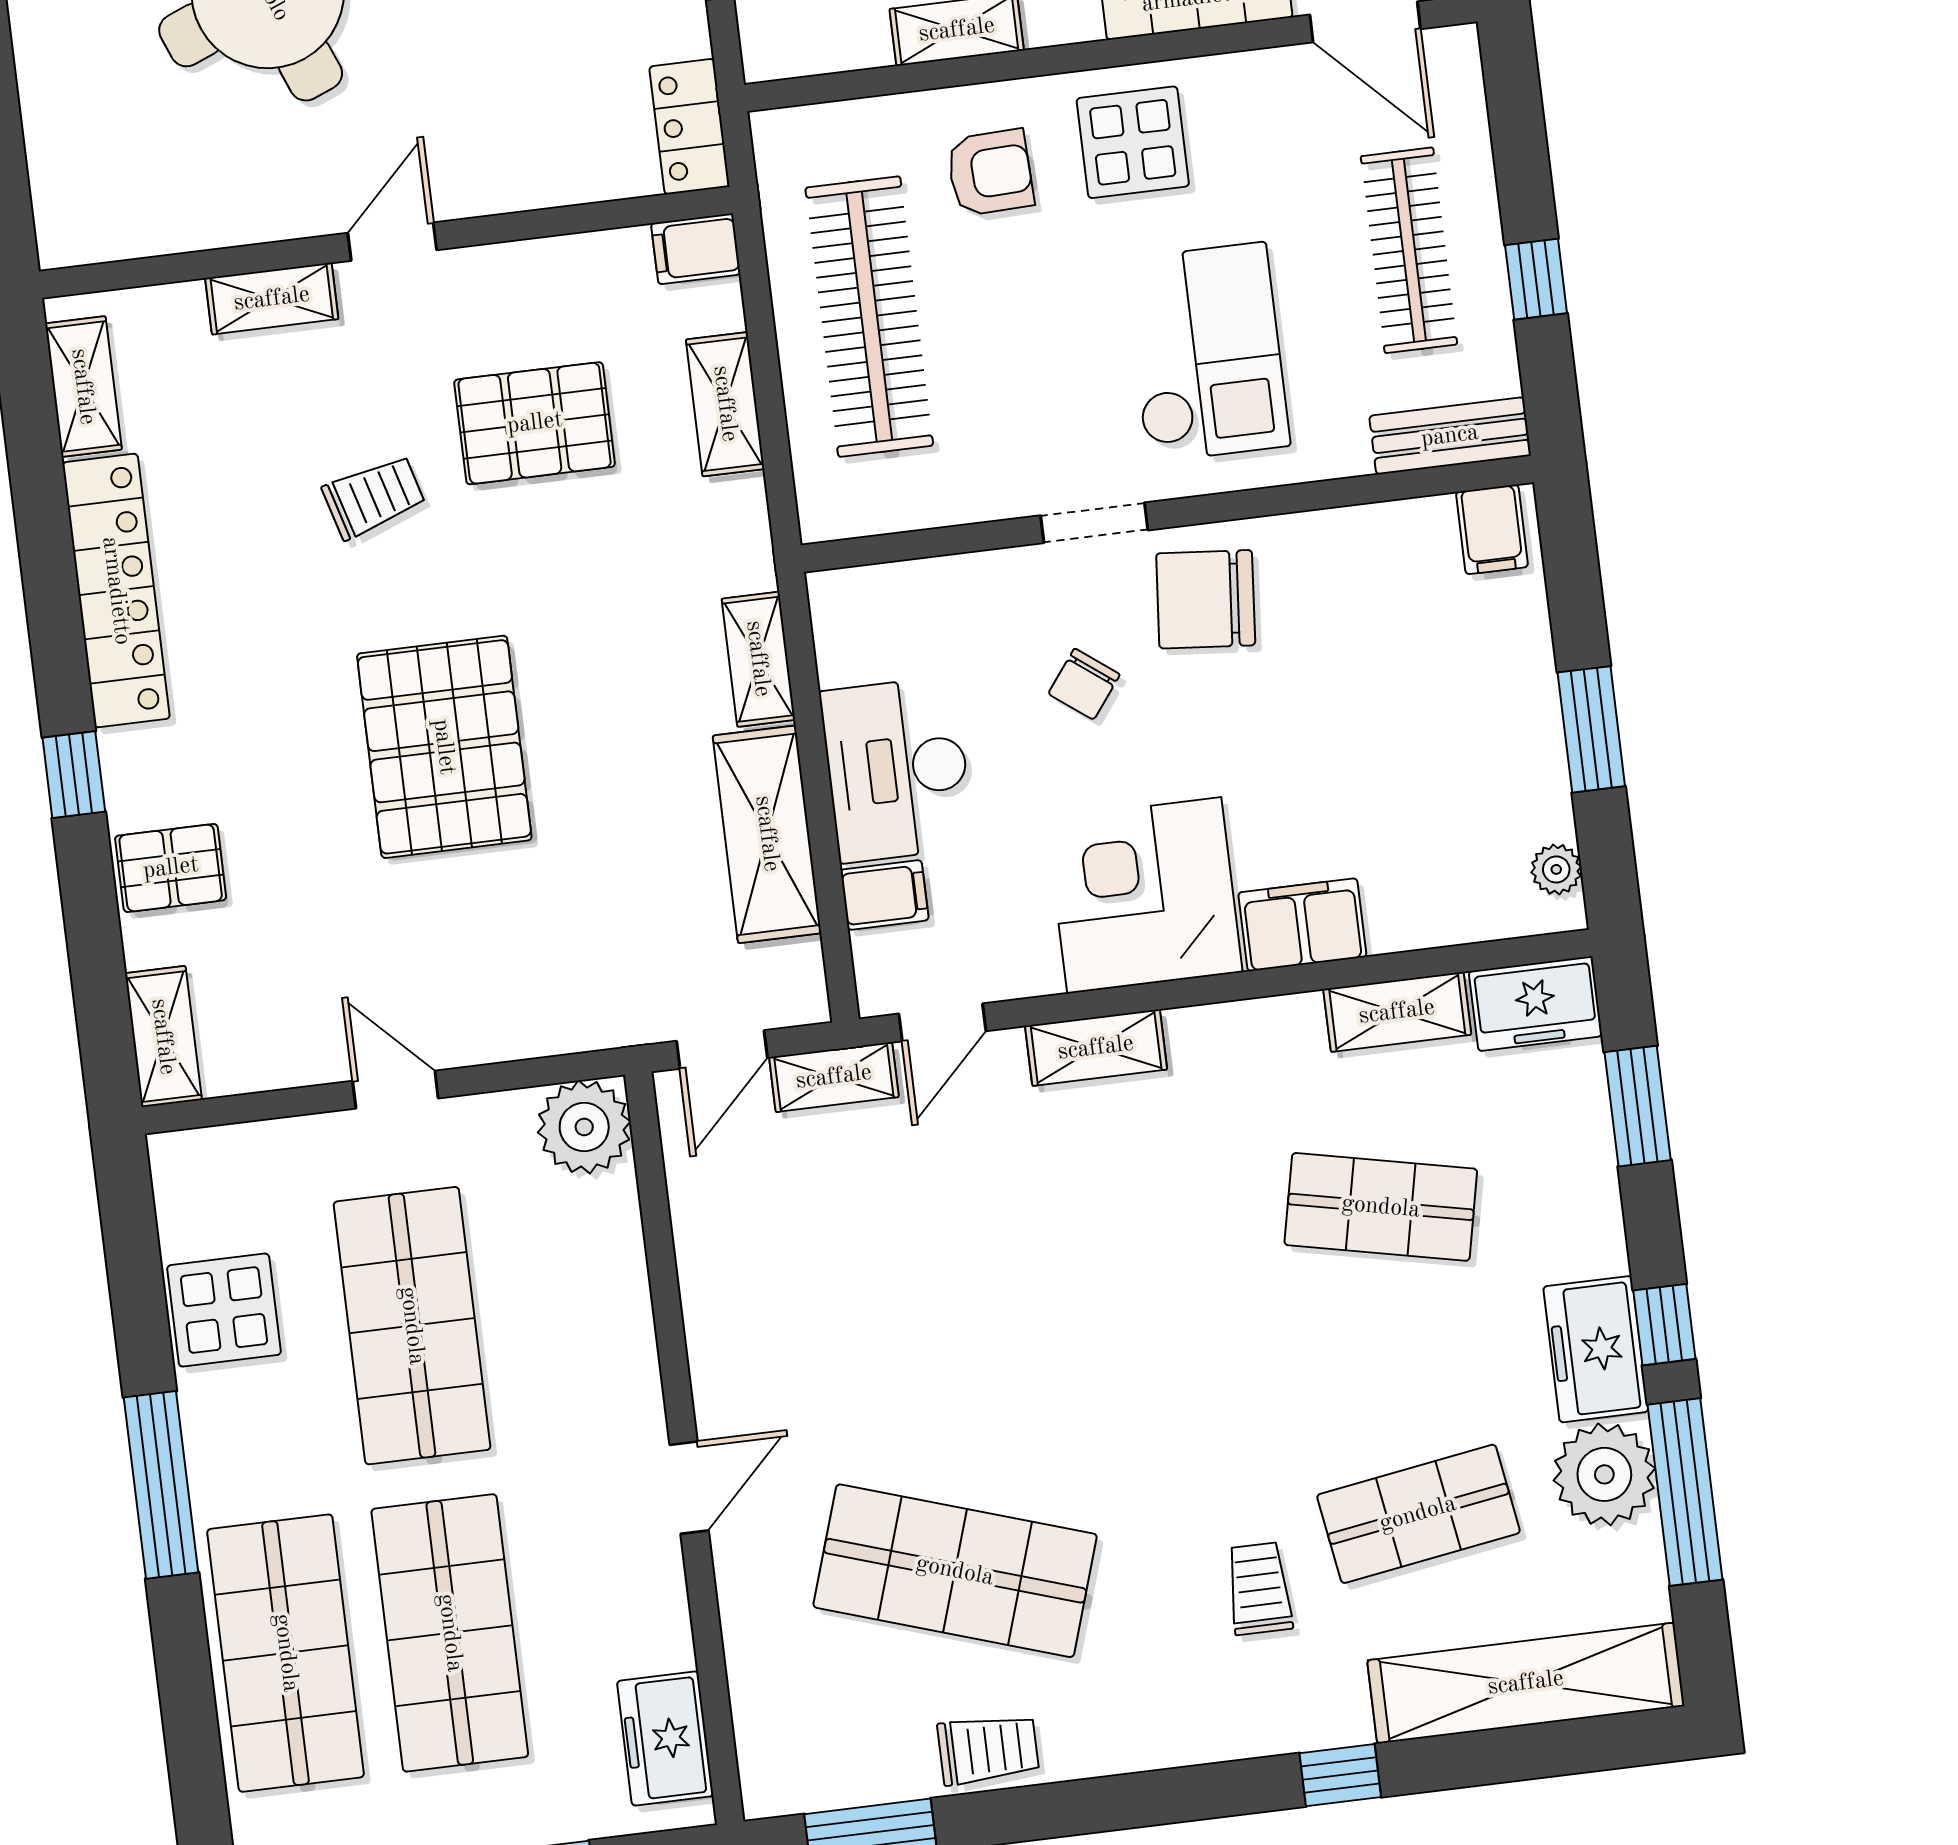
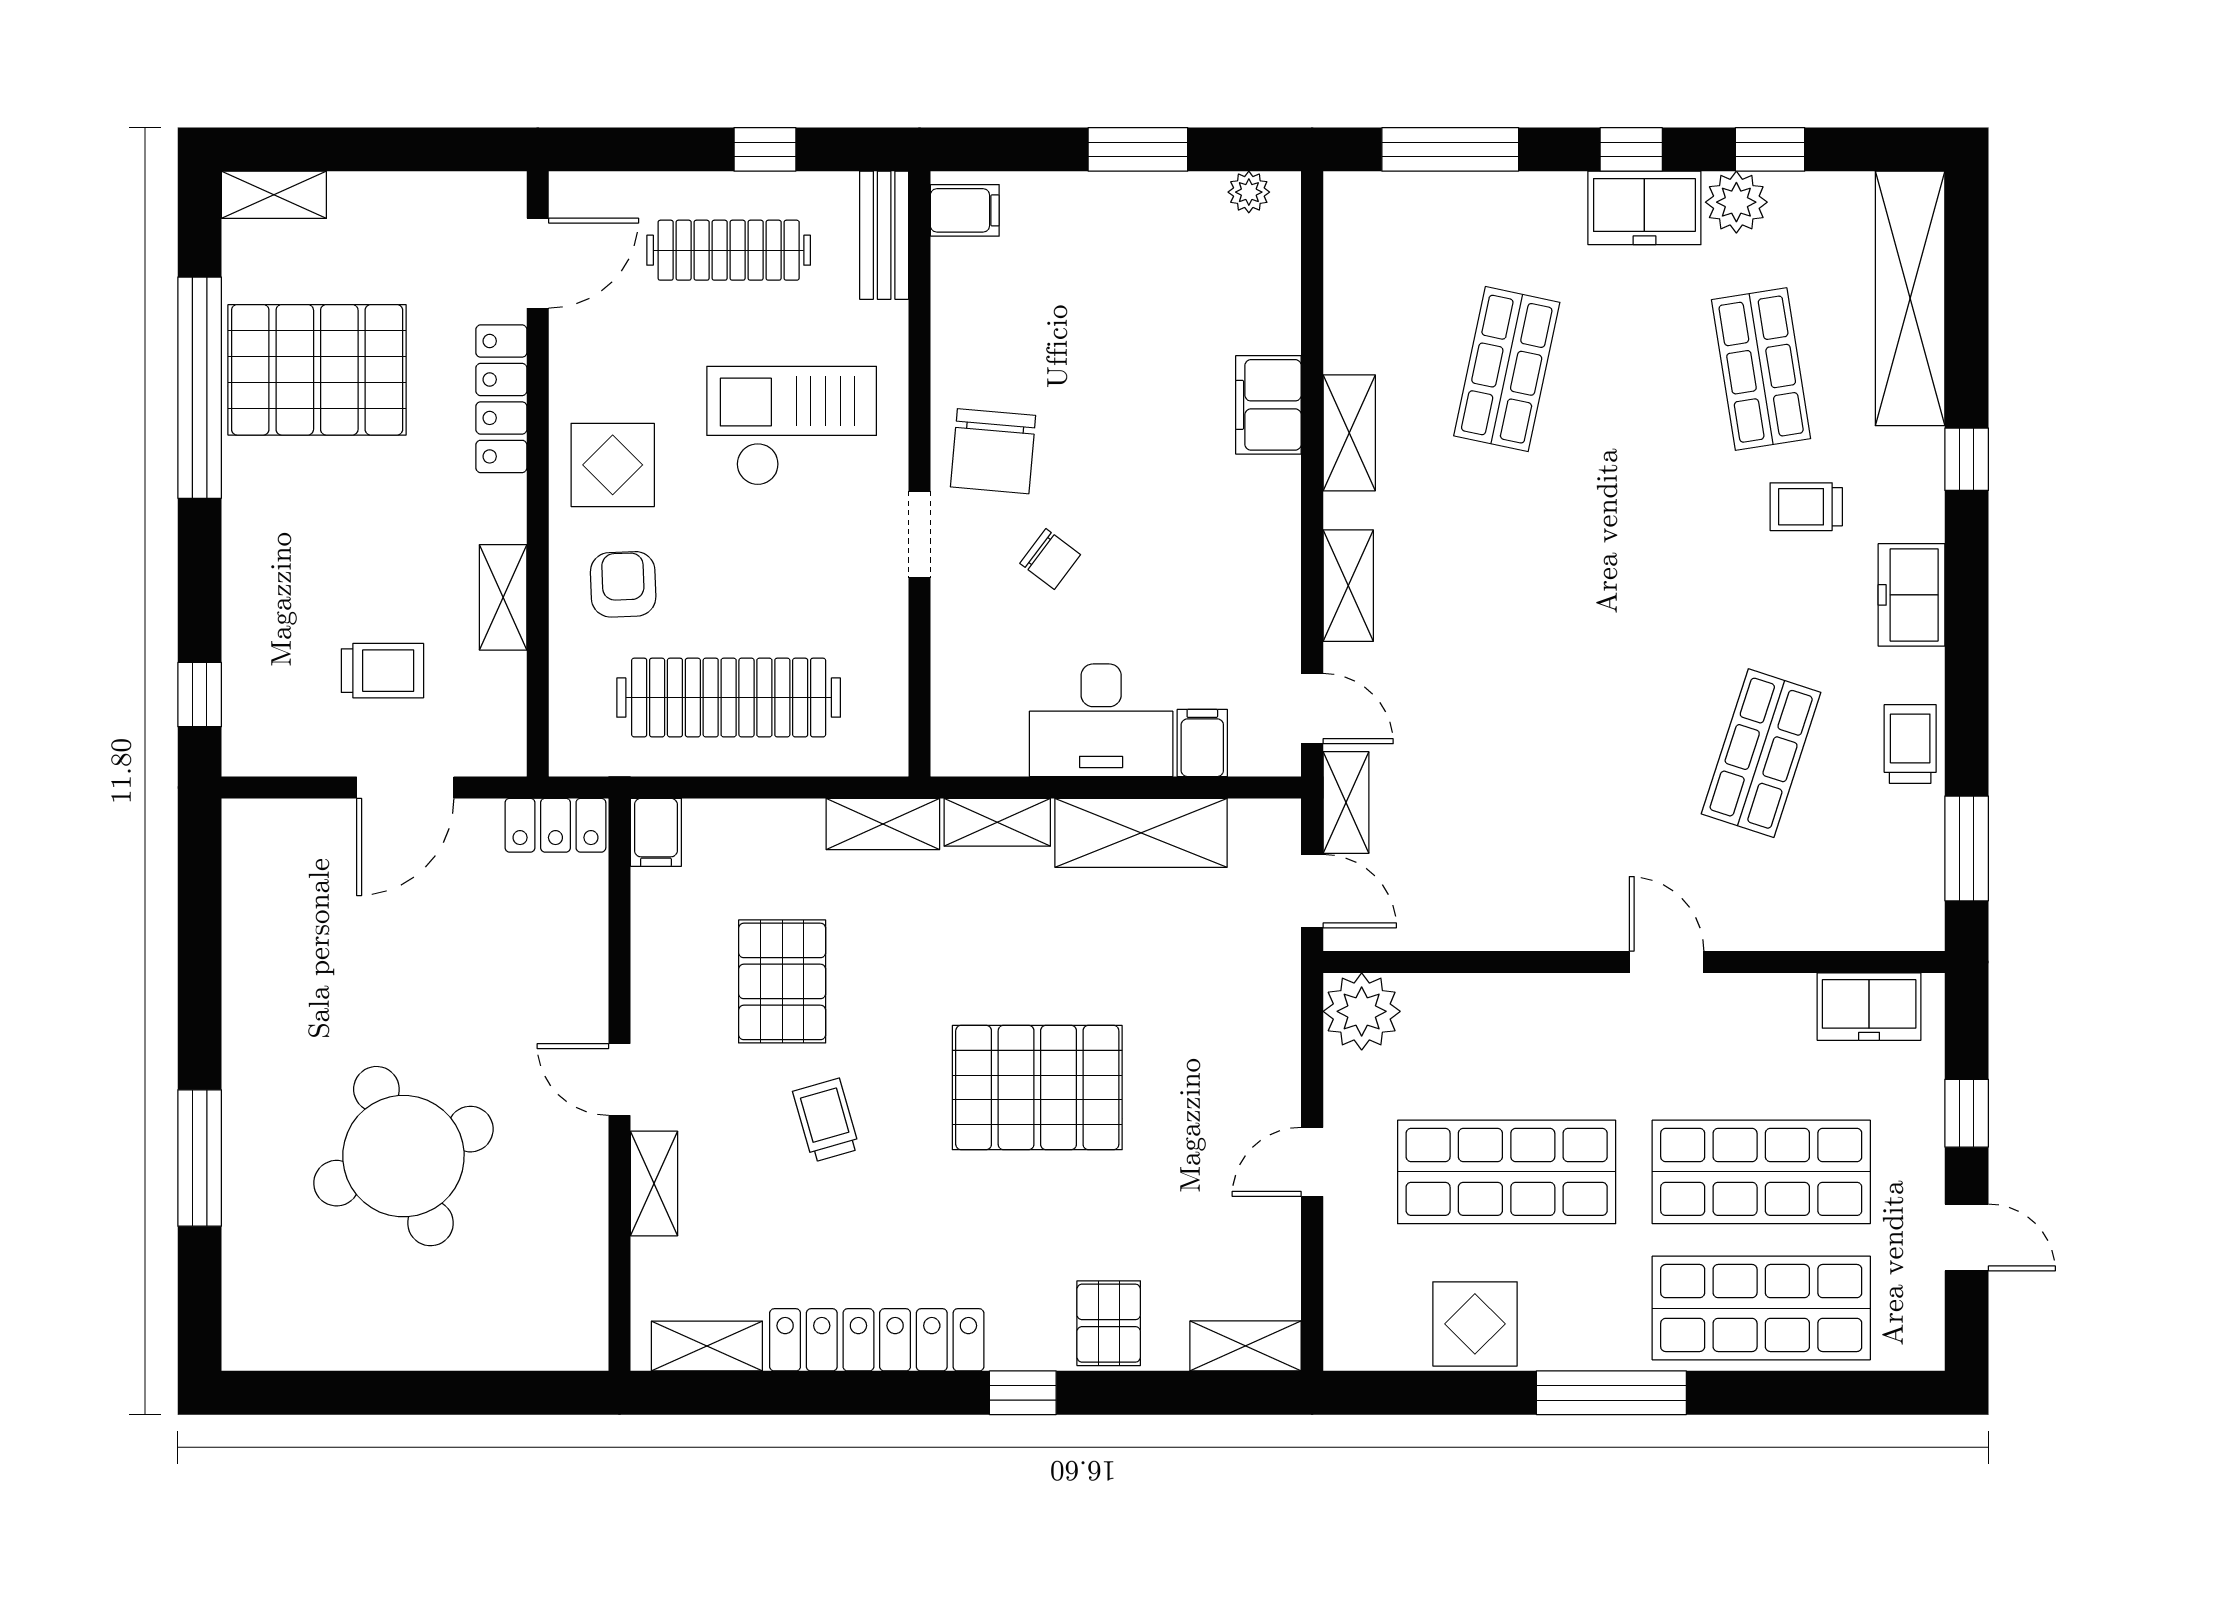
shelving: (725, 404) -> (883, 824), moved
corner desk: (1144, 895) -> (1229, 531), removed
freezer: (1536, 1004) -> (1911, 595), moved, turned 180
shelving: (1397, 1012) -> (1349, 433), moved
window: (1638, 1106) -> (1450, 149), width x1.44
plant: (1604, 1474) -> (1736, 202), width x0.73, depth x0.73
window: (1685, 1492) -> (1770, 149), width x0.46
shop shelf: (955, 1571) -> (1761, 753), width x0.70, depth x0.74

